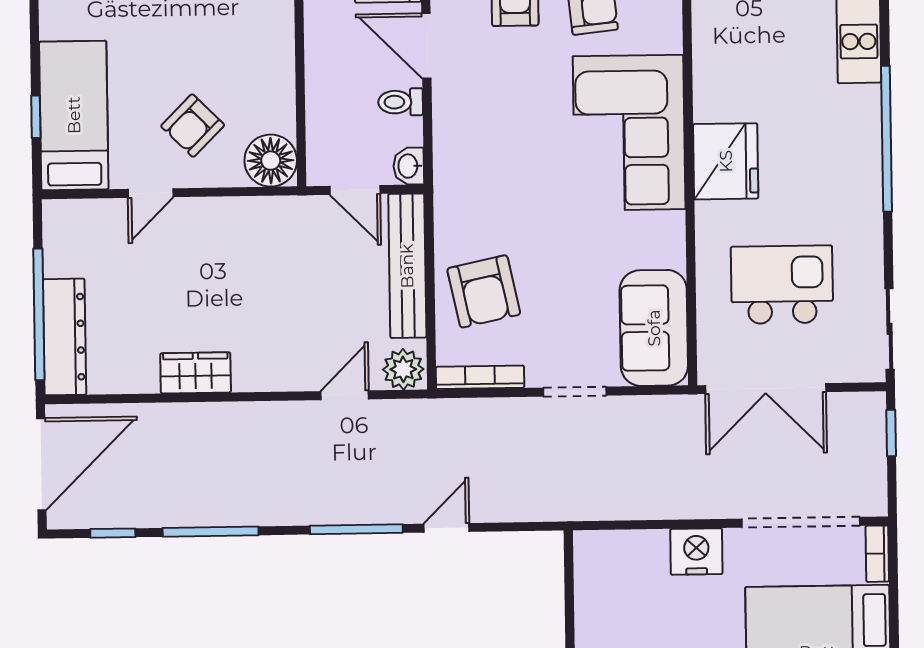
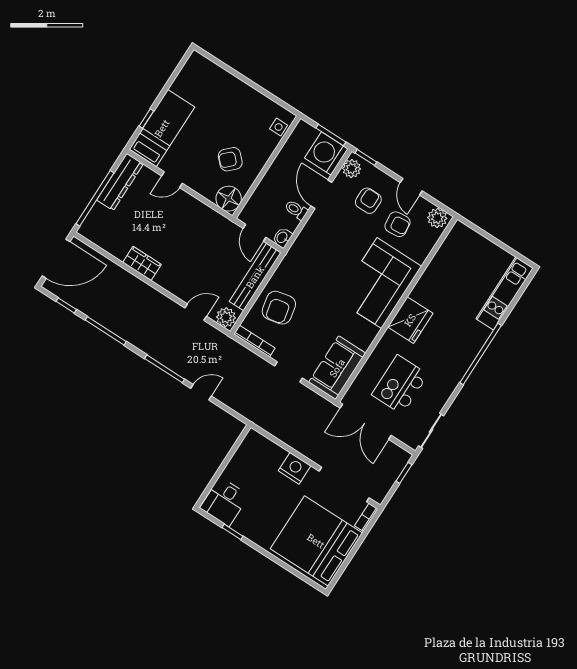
armchair: (193, 126) -> (230, 159), moved
kitchen island: (782, 285) -> (400, 384), turned -90
dresser: (65, 337) -> (120, 182), moved

